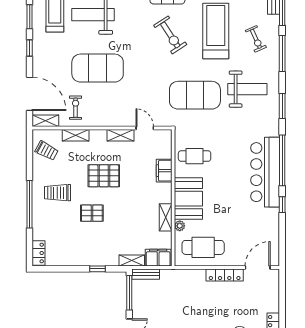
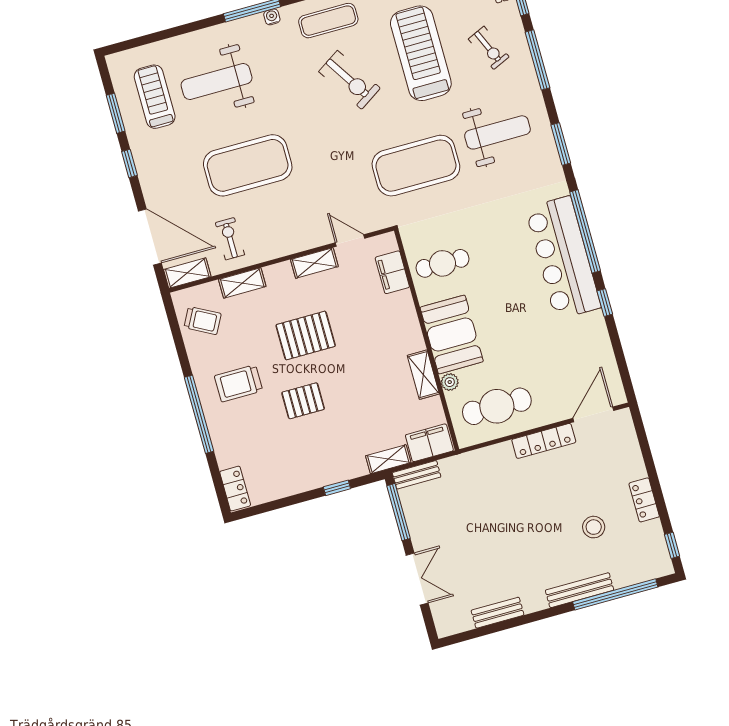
filing cabinet: (164, 171) -> (392, 272), moved

